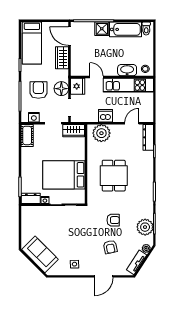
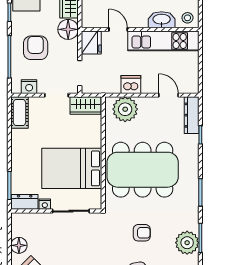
floor lamp: (61, 89) -> (68, 29), moved
door: (132, 123) -> (168, 95), hinge flipped
dining table: (114, 176) -> (143, 170), width x1.88, depth x1.24
floor lamp: (27, 229) -> (19, 245), added

